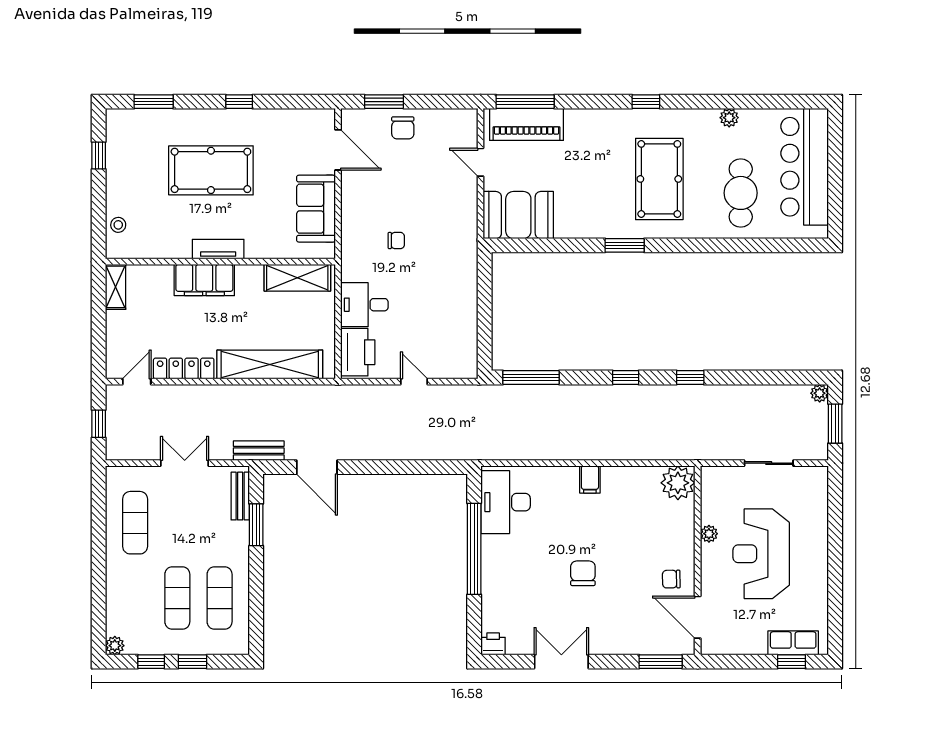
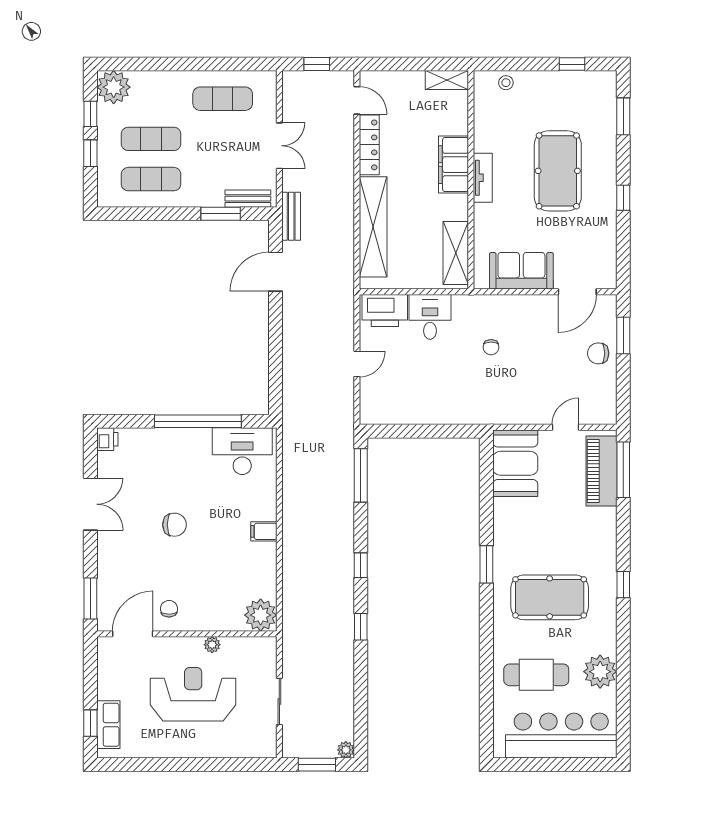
plant: (729, 118) -> (600, 672), width x1.88, depth x1.88
plant: (115, 646) -> (114, 87), width x1.88, depth x1.88

